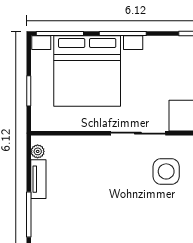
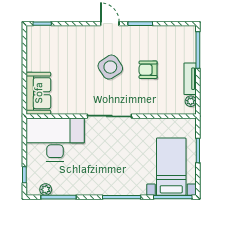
bed with nightstands: (87, 71) -> (171, 167), width x0.54
side table: (166, 171) -> (110, 67), moved, turned -33
armchair: (90, 190) -> (148, 70), added

